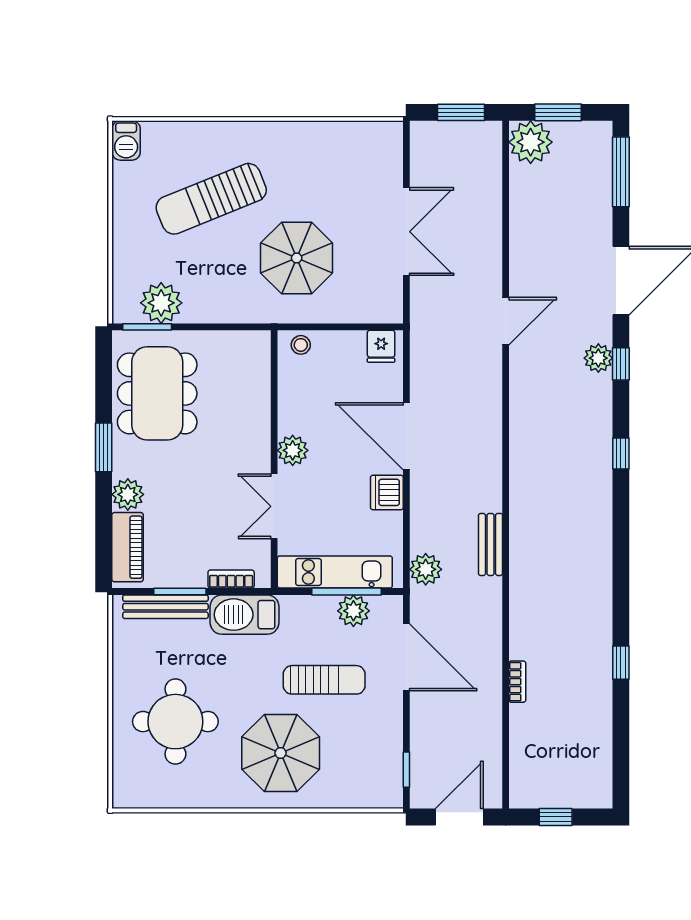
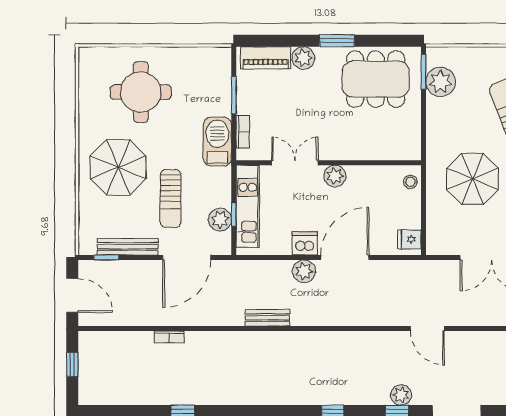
plant: (426, 569) -> (304, 271), moved
window: (346, 591) -> (234, 215), width x0.46
bench: (165, 607) -> (128, 247), moved, turned 90

